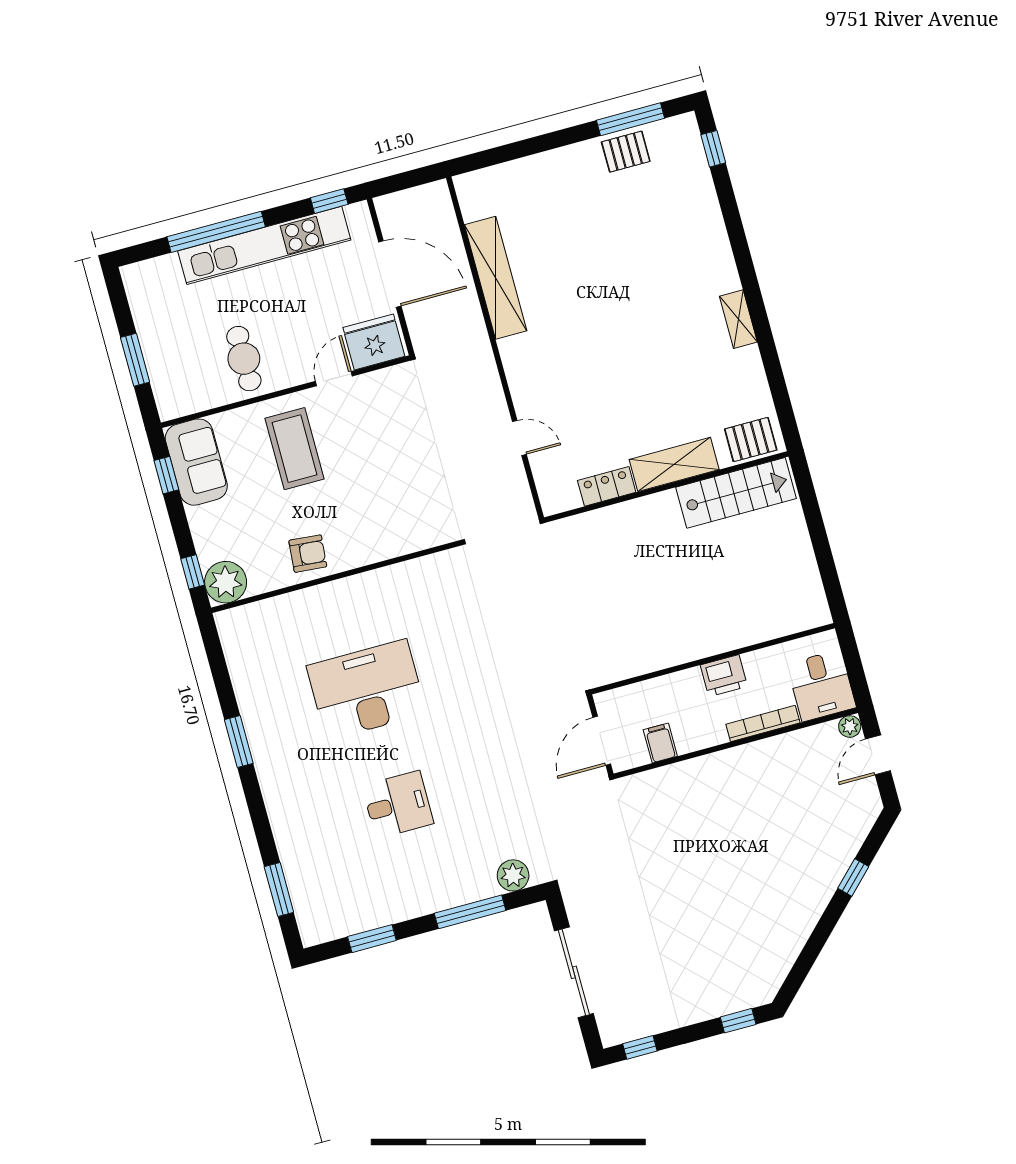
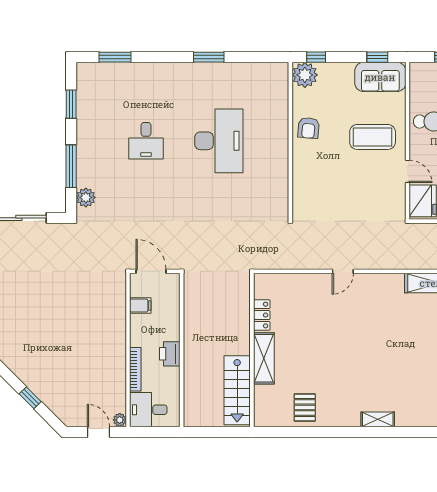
shelving: (674, 464) -> (264, 358), moved
locker: (607, 486) -> (262, 315), moved
wall: (666, 487) -> (252, 350), moved
stairs: (736, 493) -> (237, 390), moved

